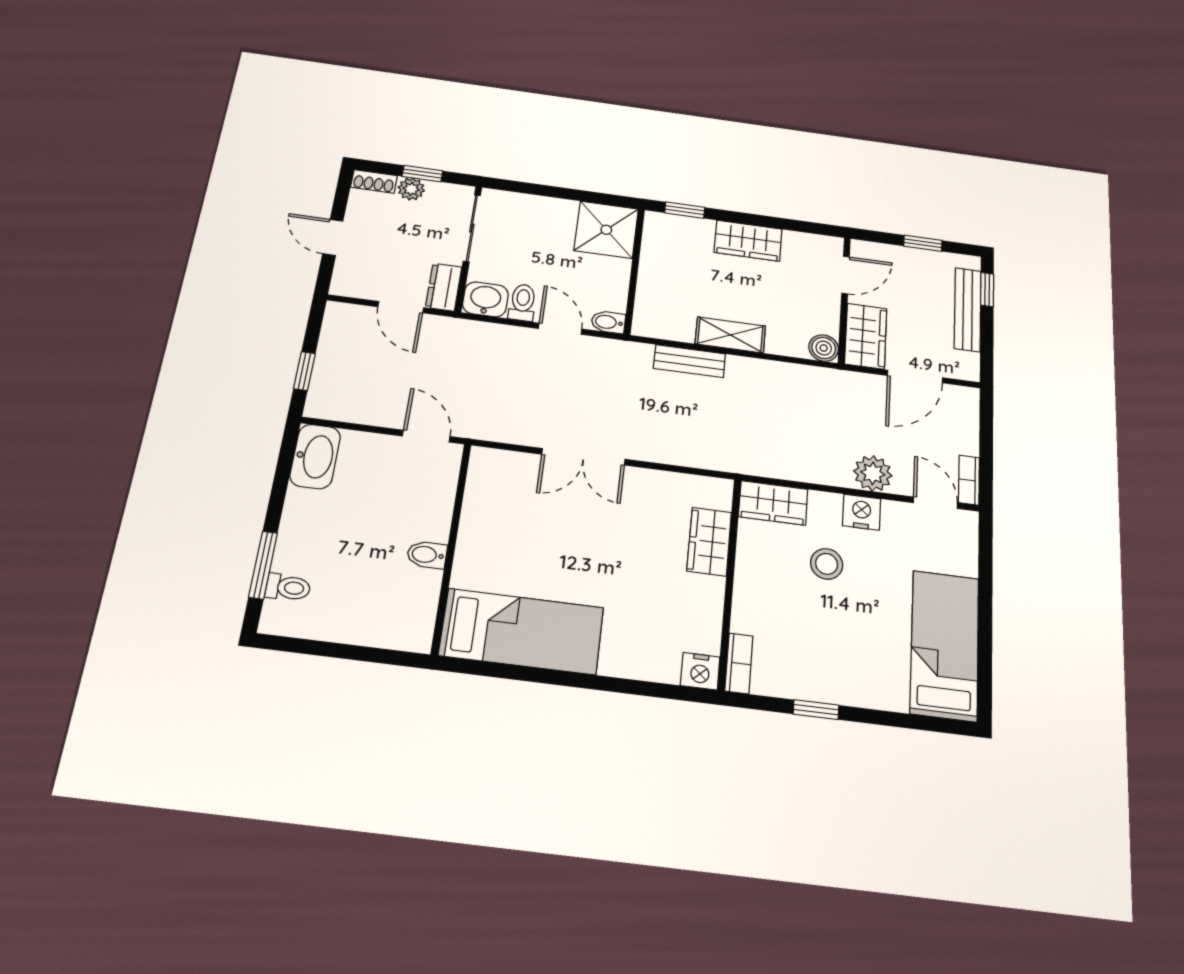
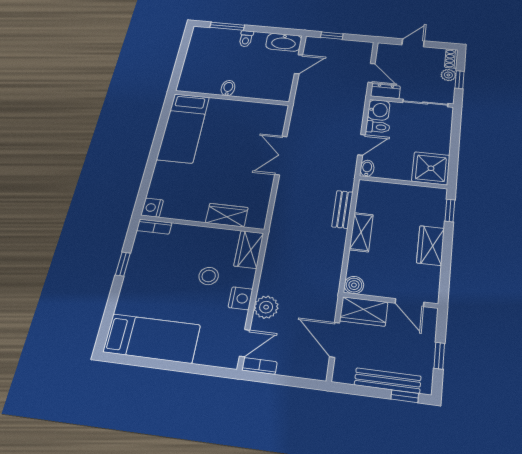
door: (401, 307) -> (372, 73), swing flipped
door: (426, 436) -> (299, 64), moved
toilet: (288, 587) -> (246, 39), moved

